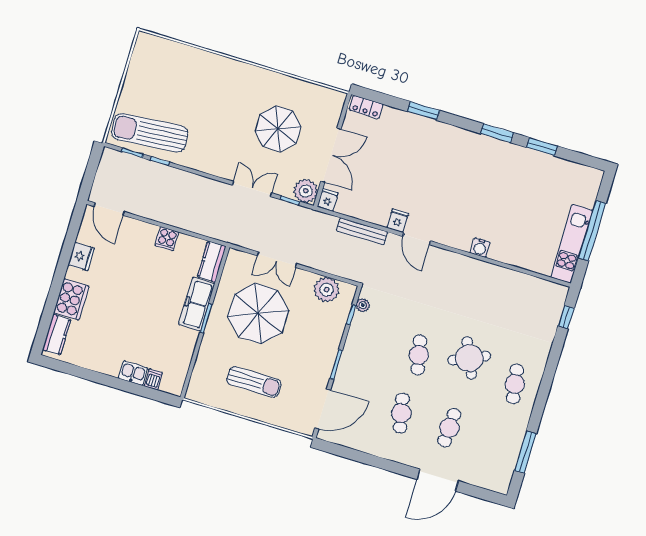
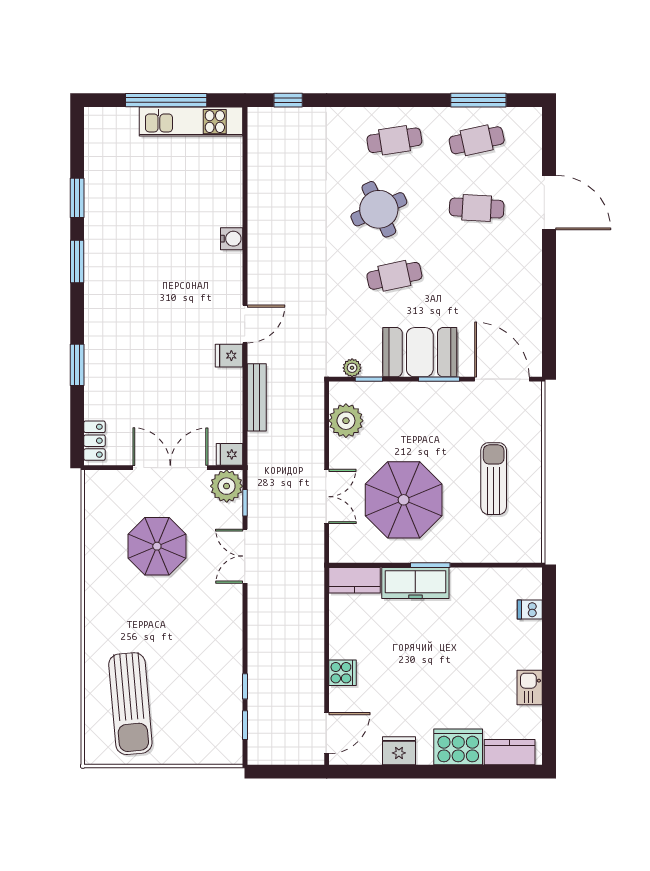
sun lounger: (150, 133) -> (130, 704), moved
cooker: (167, 239) -> (343, 673), moved
booth: (359, 357) -> (420, 352), added
kitchen sink: (133, 373) -> (530, 688), moved
cafe table: (401, 413) -> (477, 140), moved

